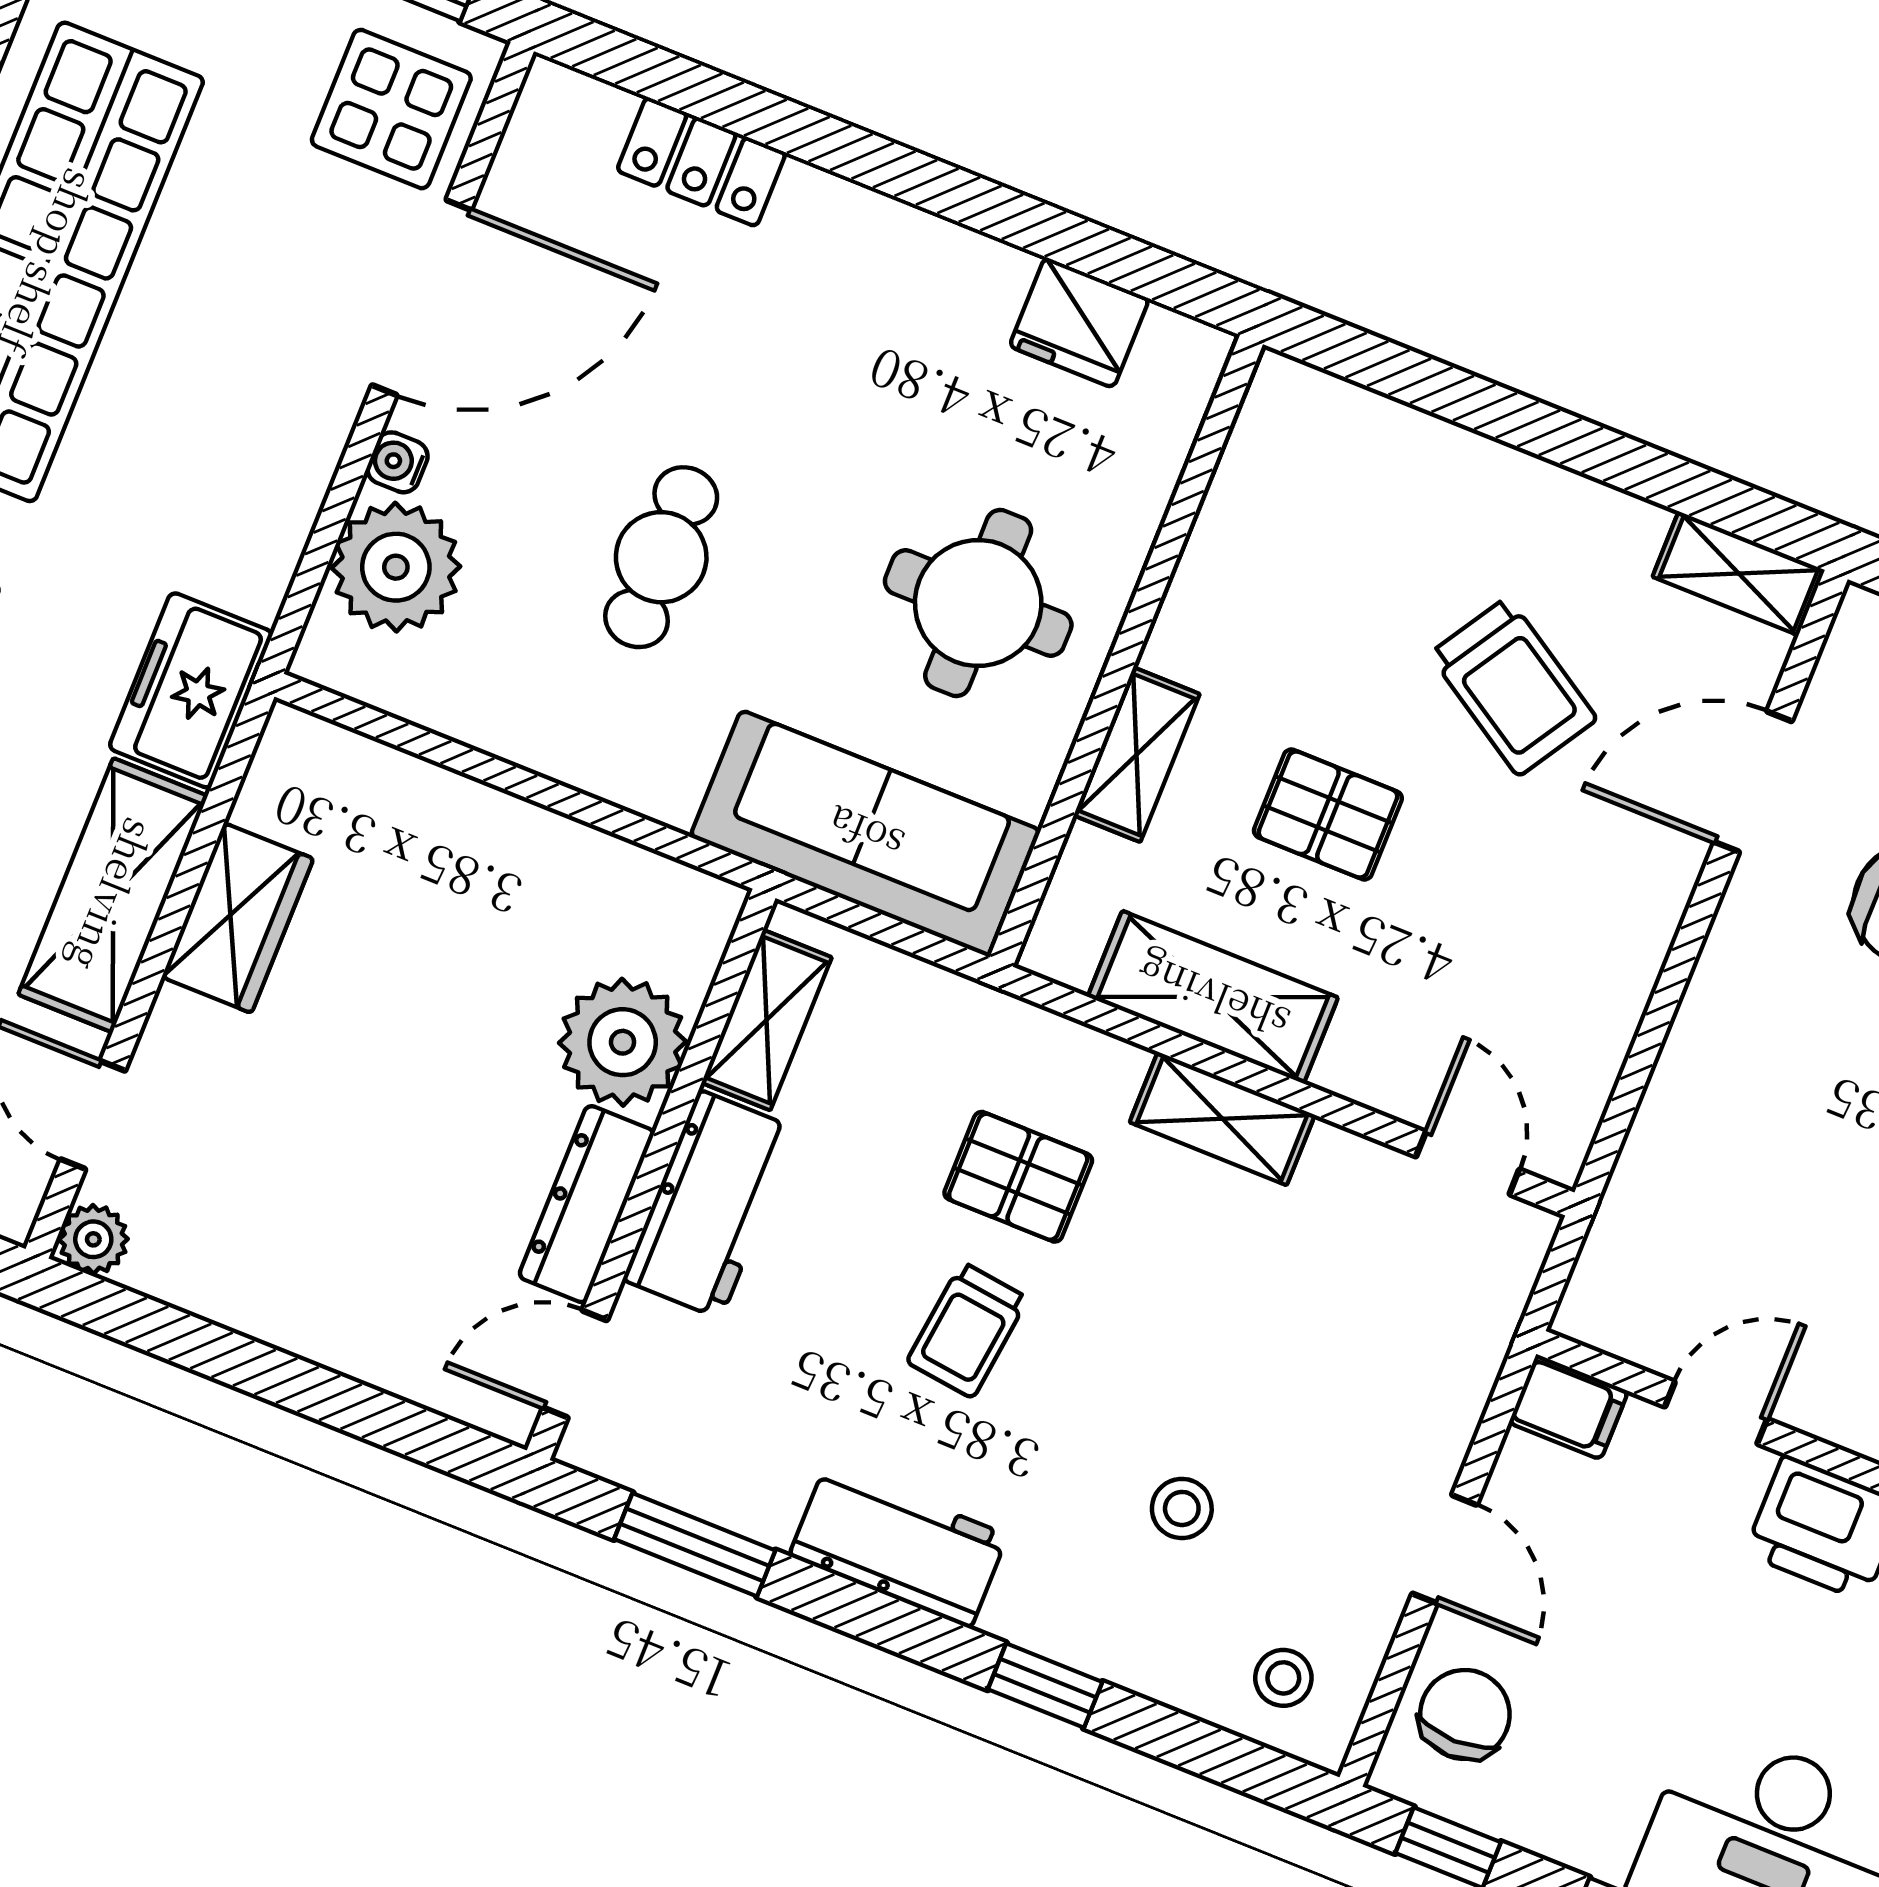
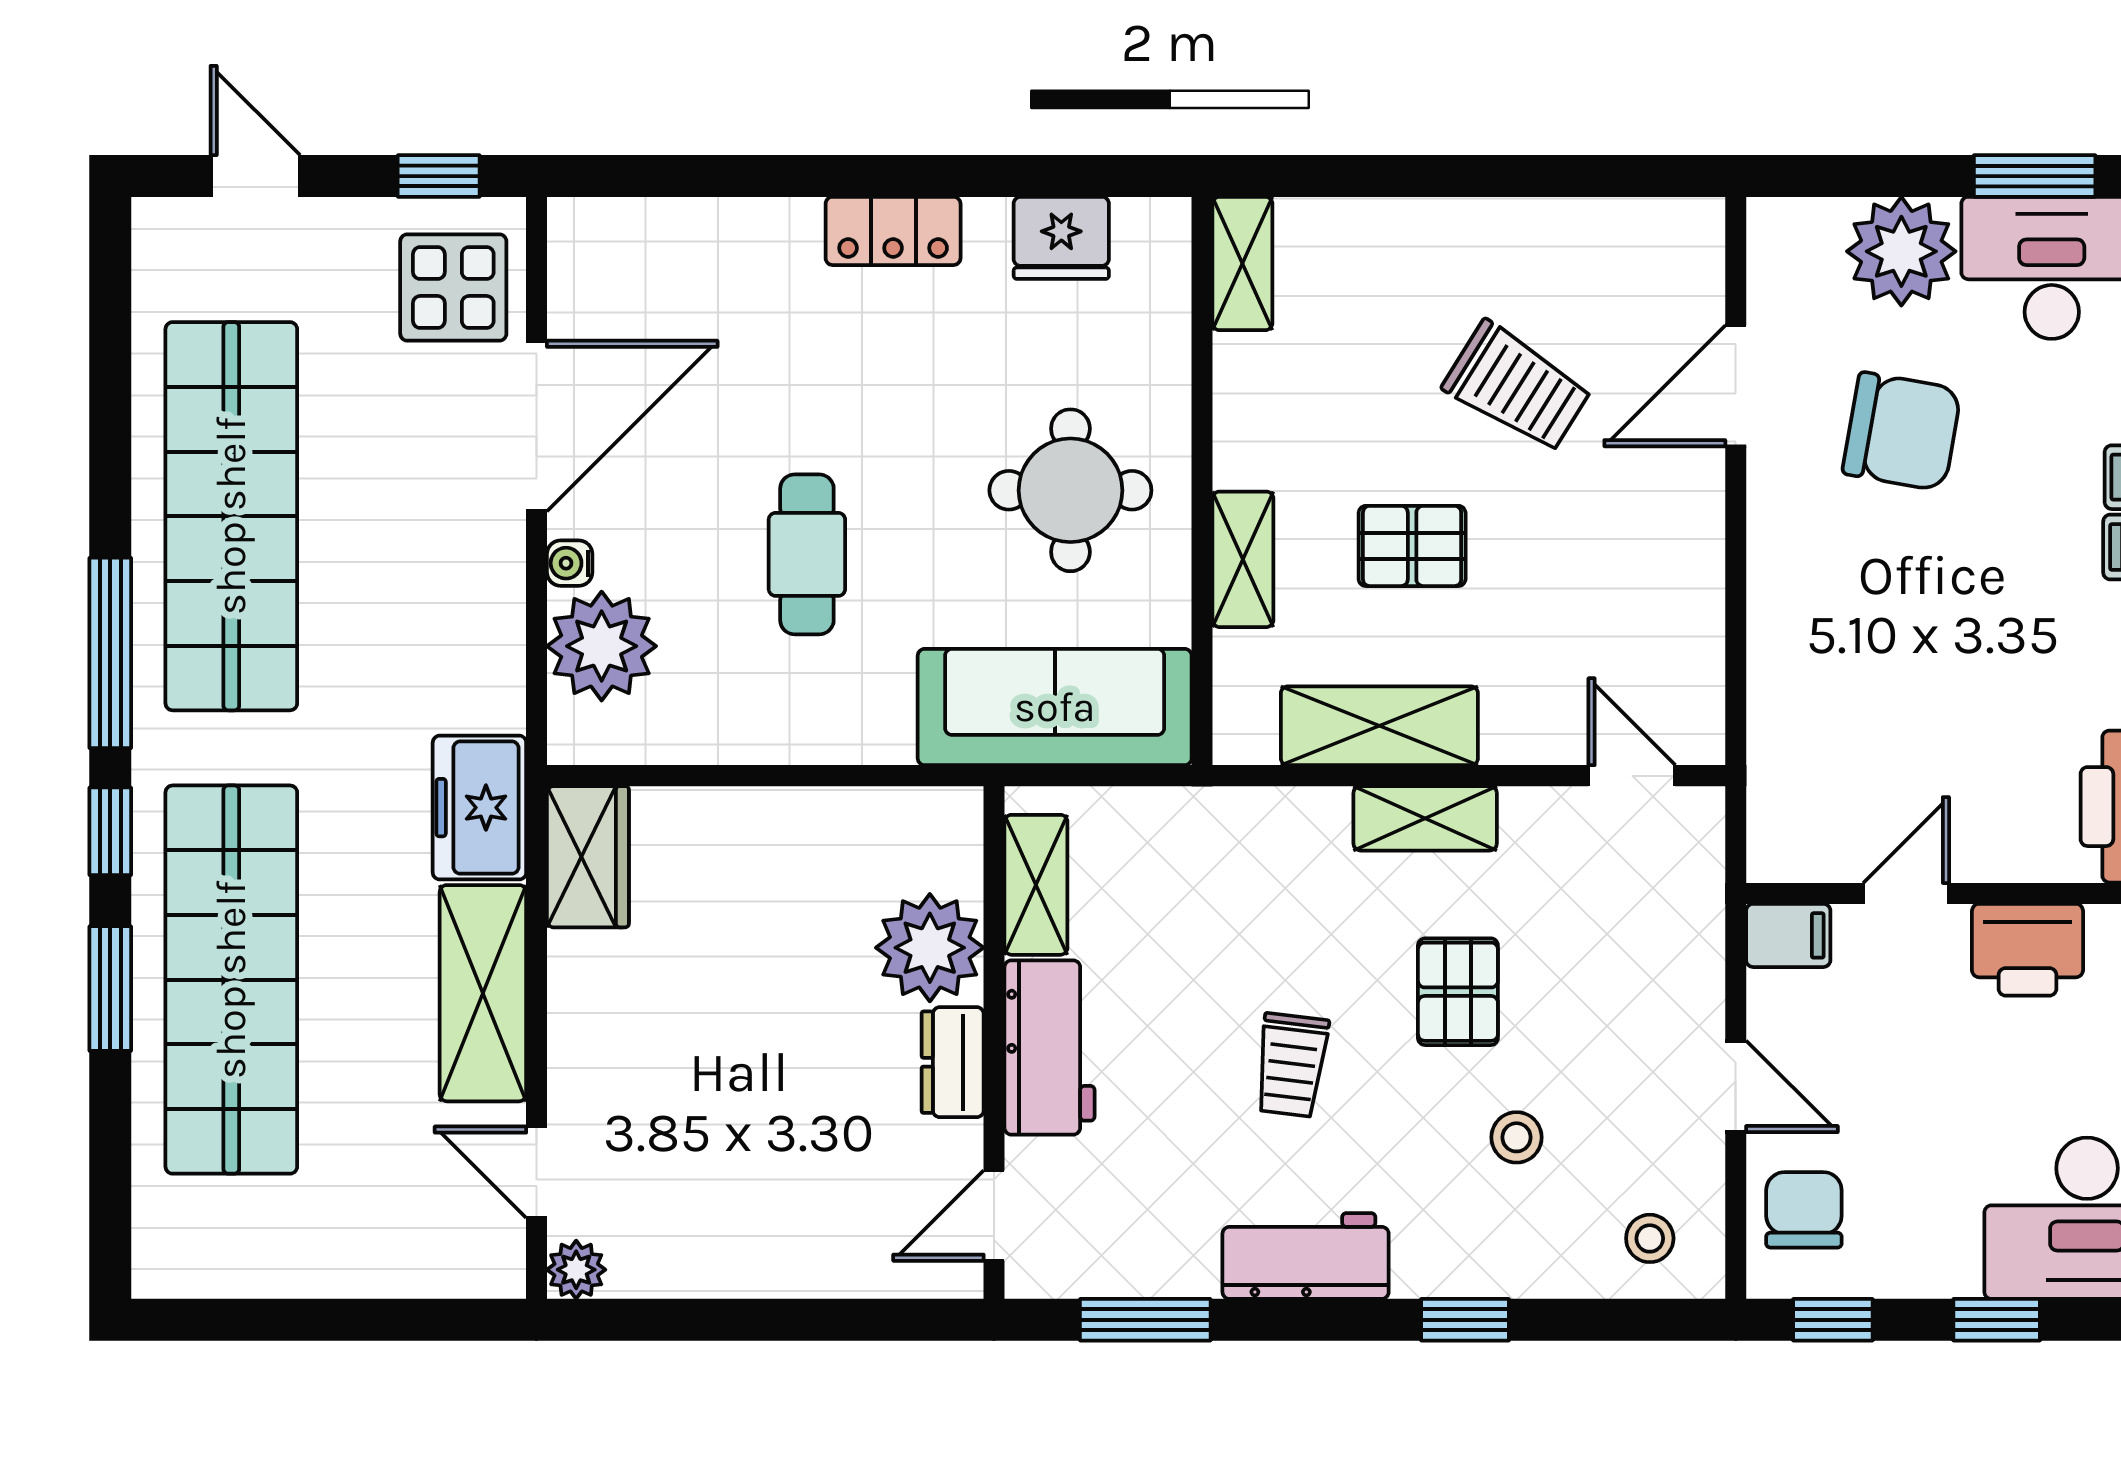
locker: (701, 162) -> (893, 231), moved
shelving: (1739, 573) -> (1242, 263), moved, turned 90
wardrobe: (238, 918) -> (588, 857), moved
pallet: (1018, 1177) -> (1458, 992), moved, turned 90
dresser: (587, 1204) -> (953, 1062), width x0.70

